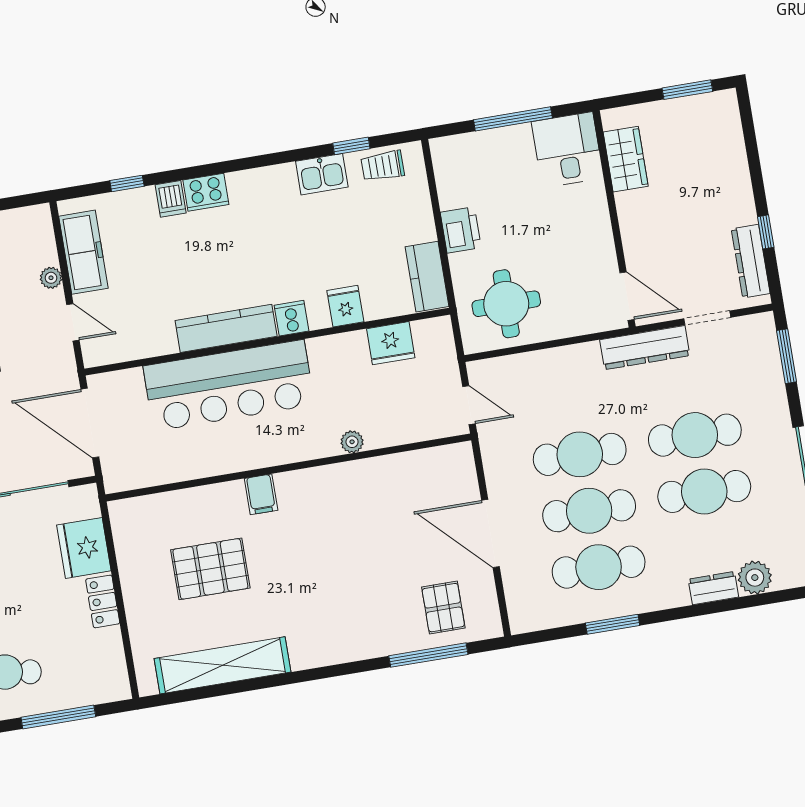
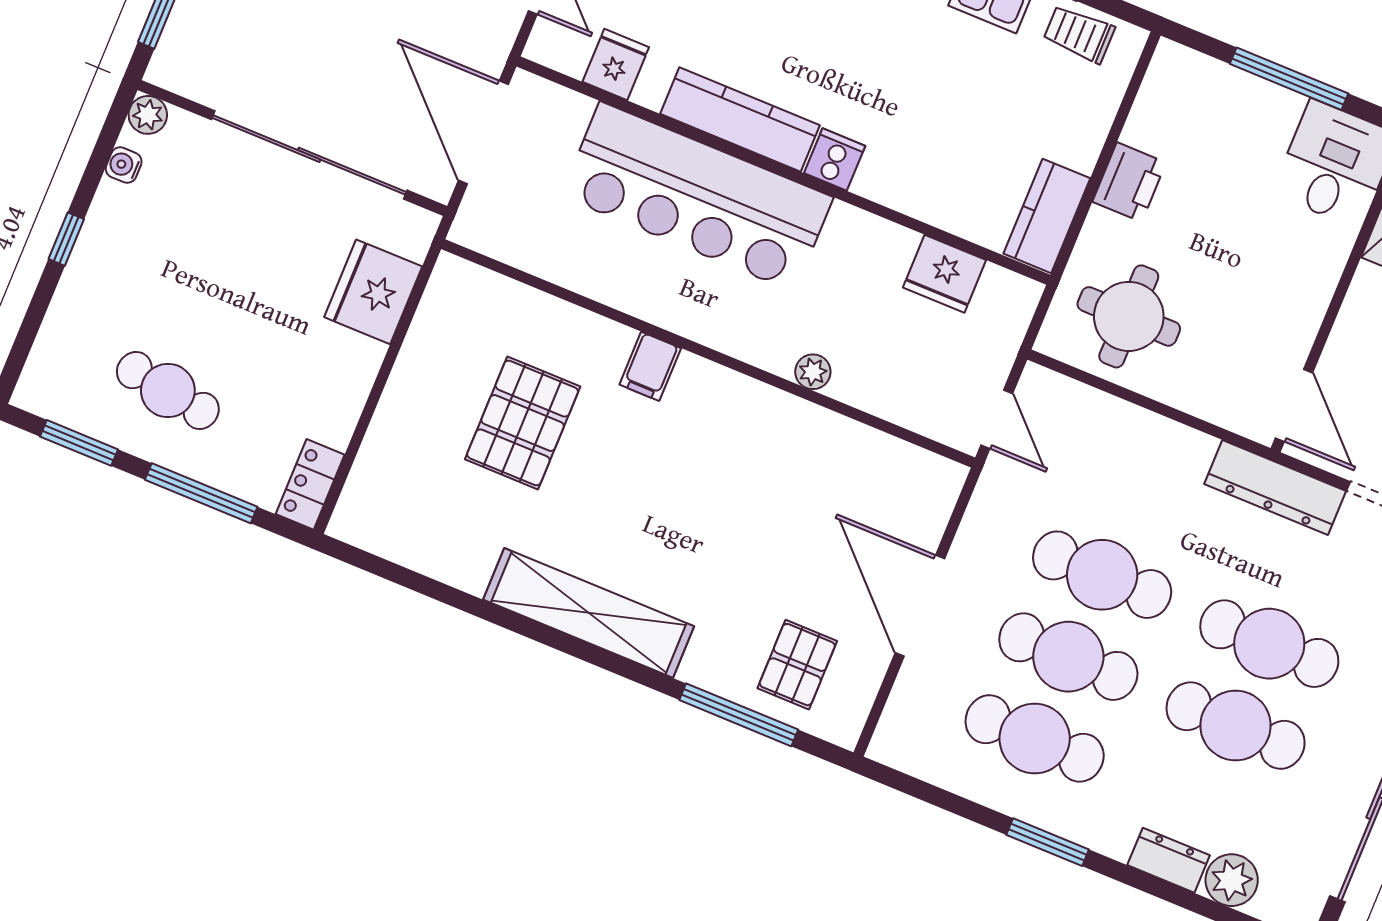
fridge: (345, 306) -> (616, 64), moved
pallet: (210, 569) -> (523, 423), turned 90
locker: (103, 601) -> (310, 484), moved
window: (613, 624) -> (1048, 842), moved
shelving: (222, 665) -> (589, 613), moved

